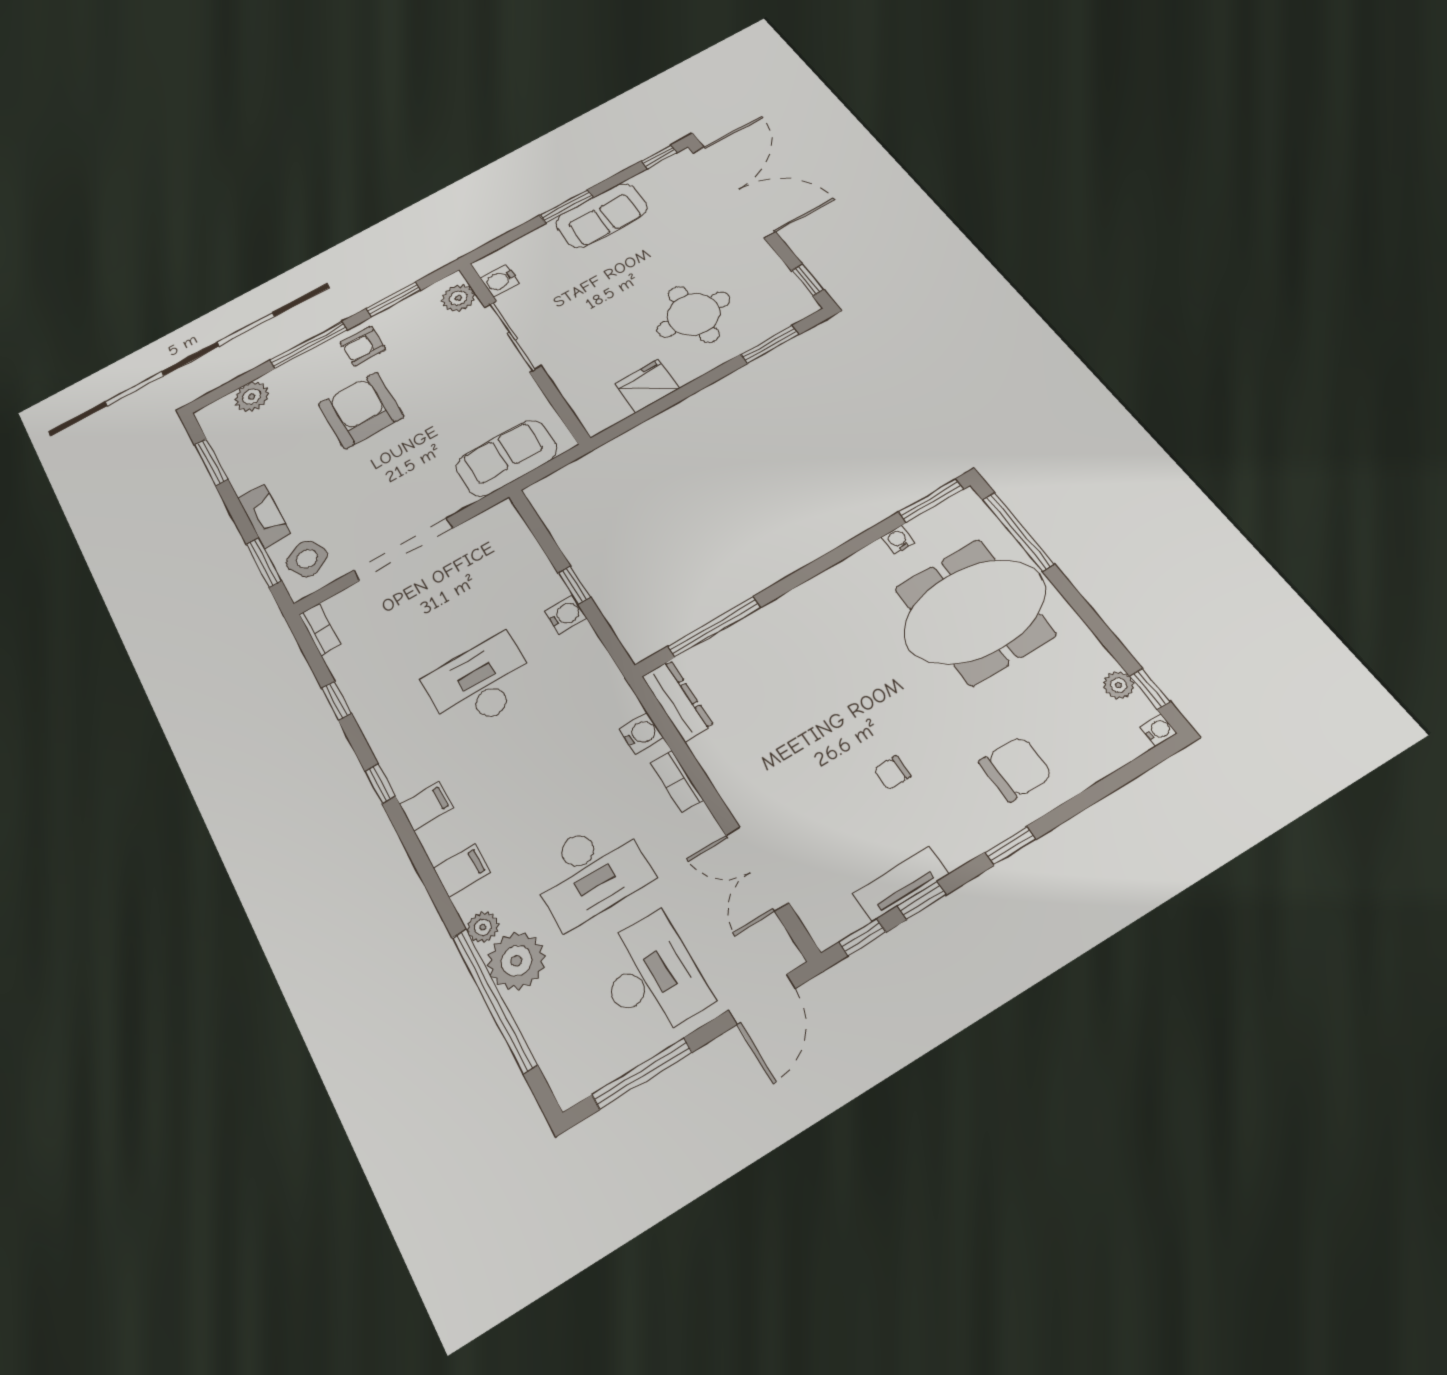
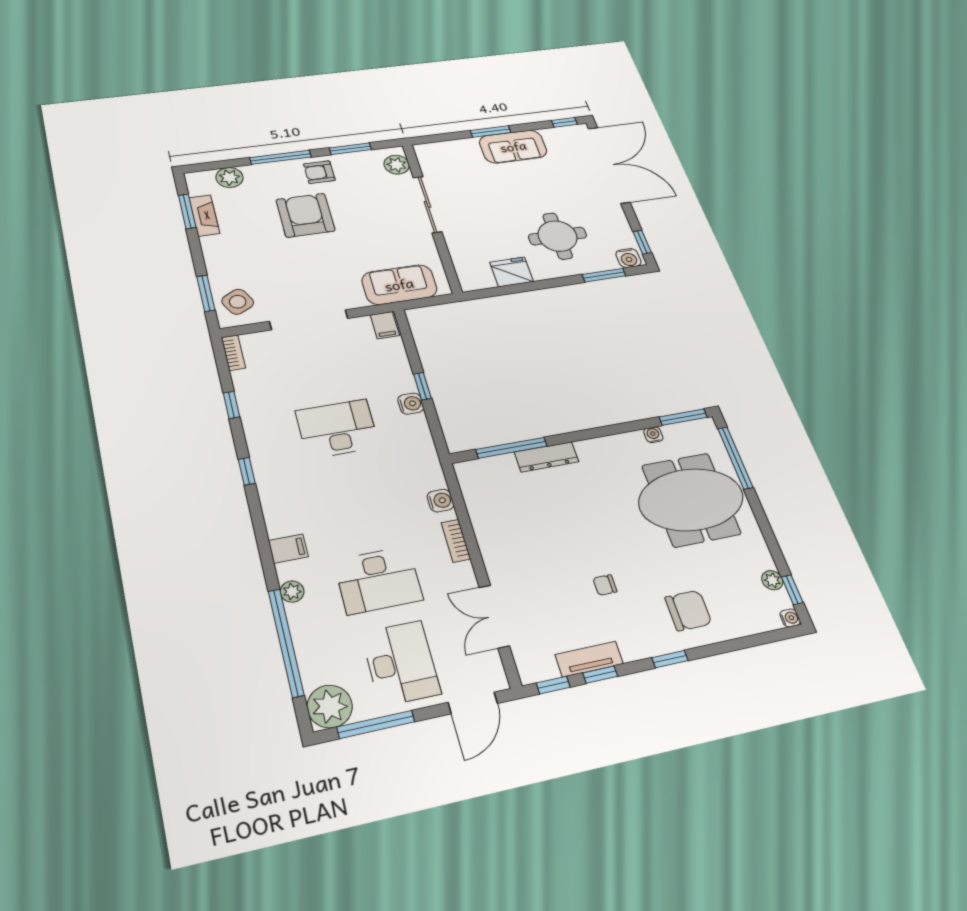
water cooler: (500, 280) -> (628, 258), moved, turned -90
fireplace: (264, 516) -> (204, 216), moved
dresser: (677, 701) -> (547, 457), moved, turned 90
filing cabinet: (426, 806) -> (385, 325), moved, turned 90
plant: (516, 961) -> (330, 706), moved

